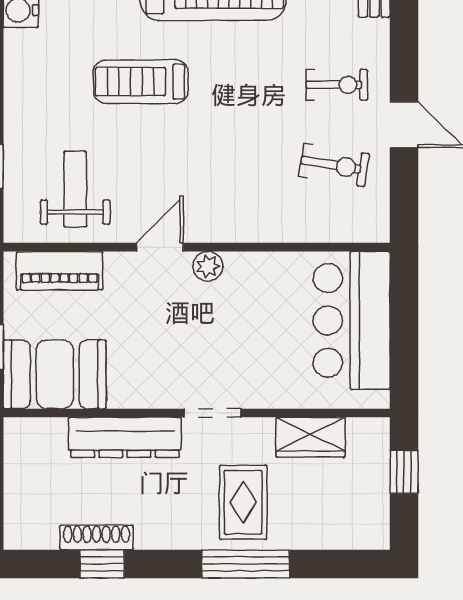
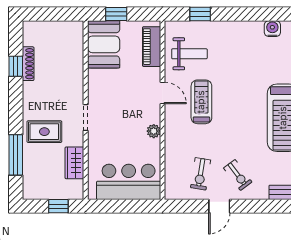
treadmill: (141, 82) -> (201, 102), moved
exercise bike: (337, 85) -> (238, 175), turned -37
plant: (208, 266) -> (154, 131), moved
dresser: (125, 437) -> (74, 77), removed
window: (246, 564) -> (16, 155), moved

